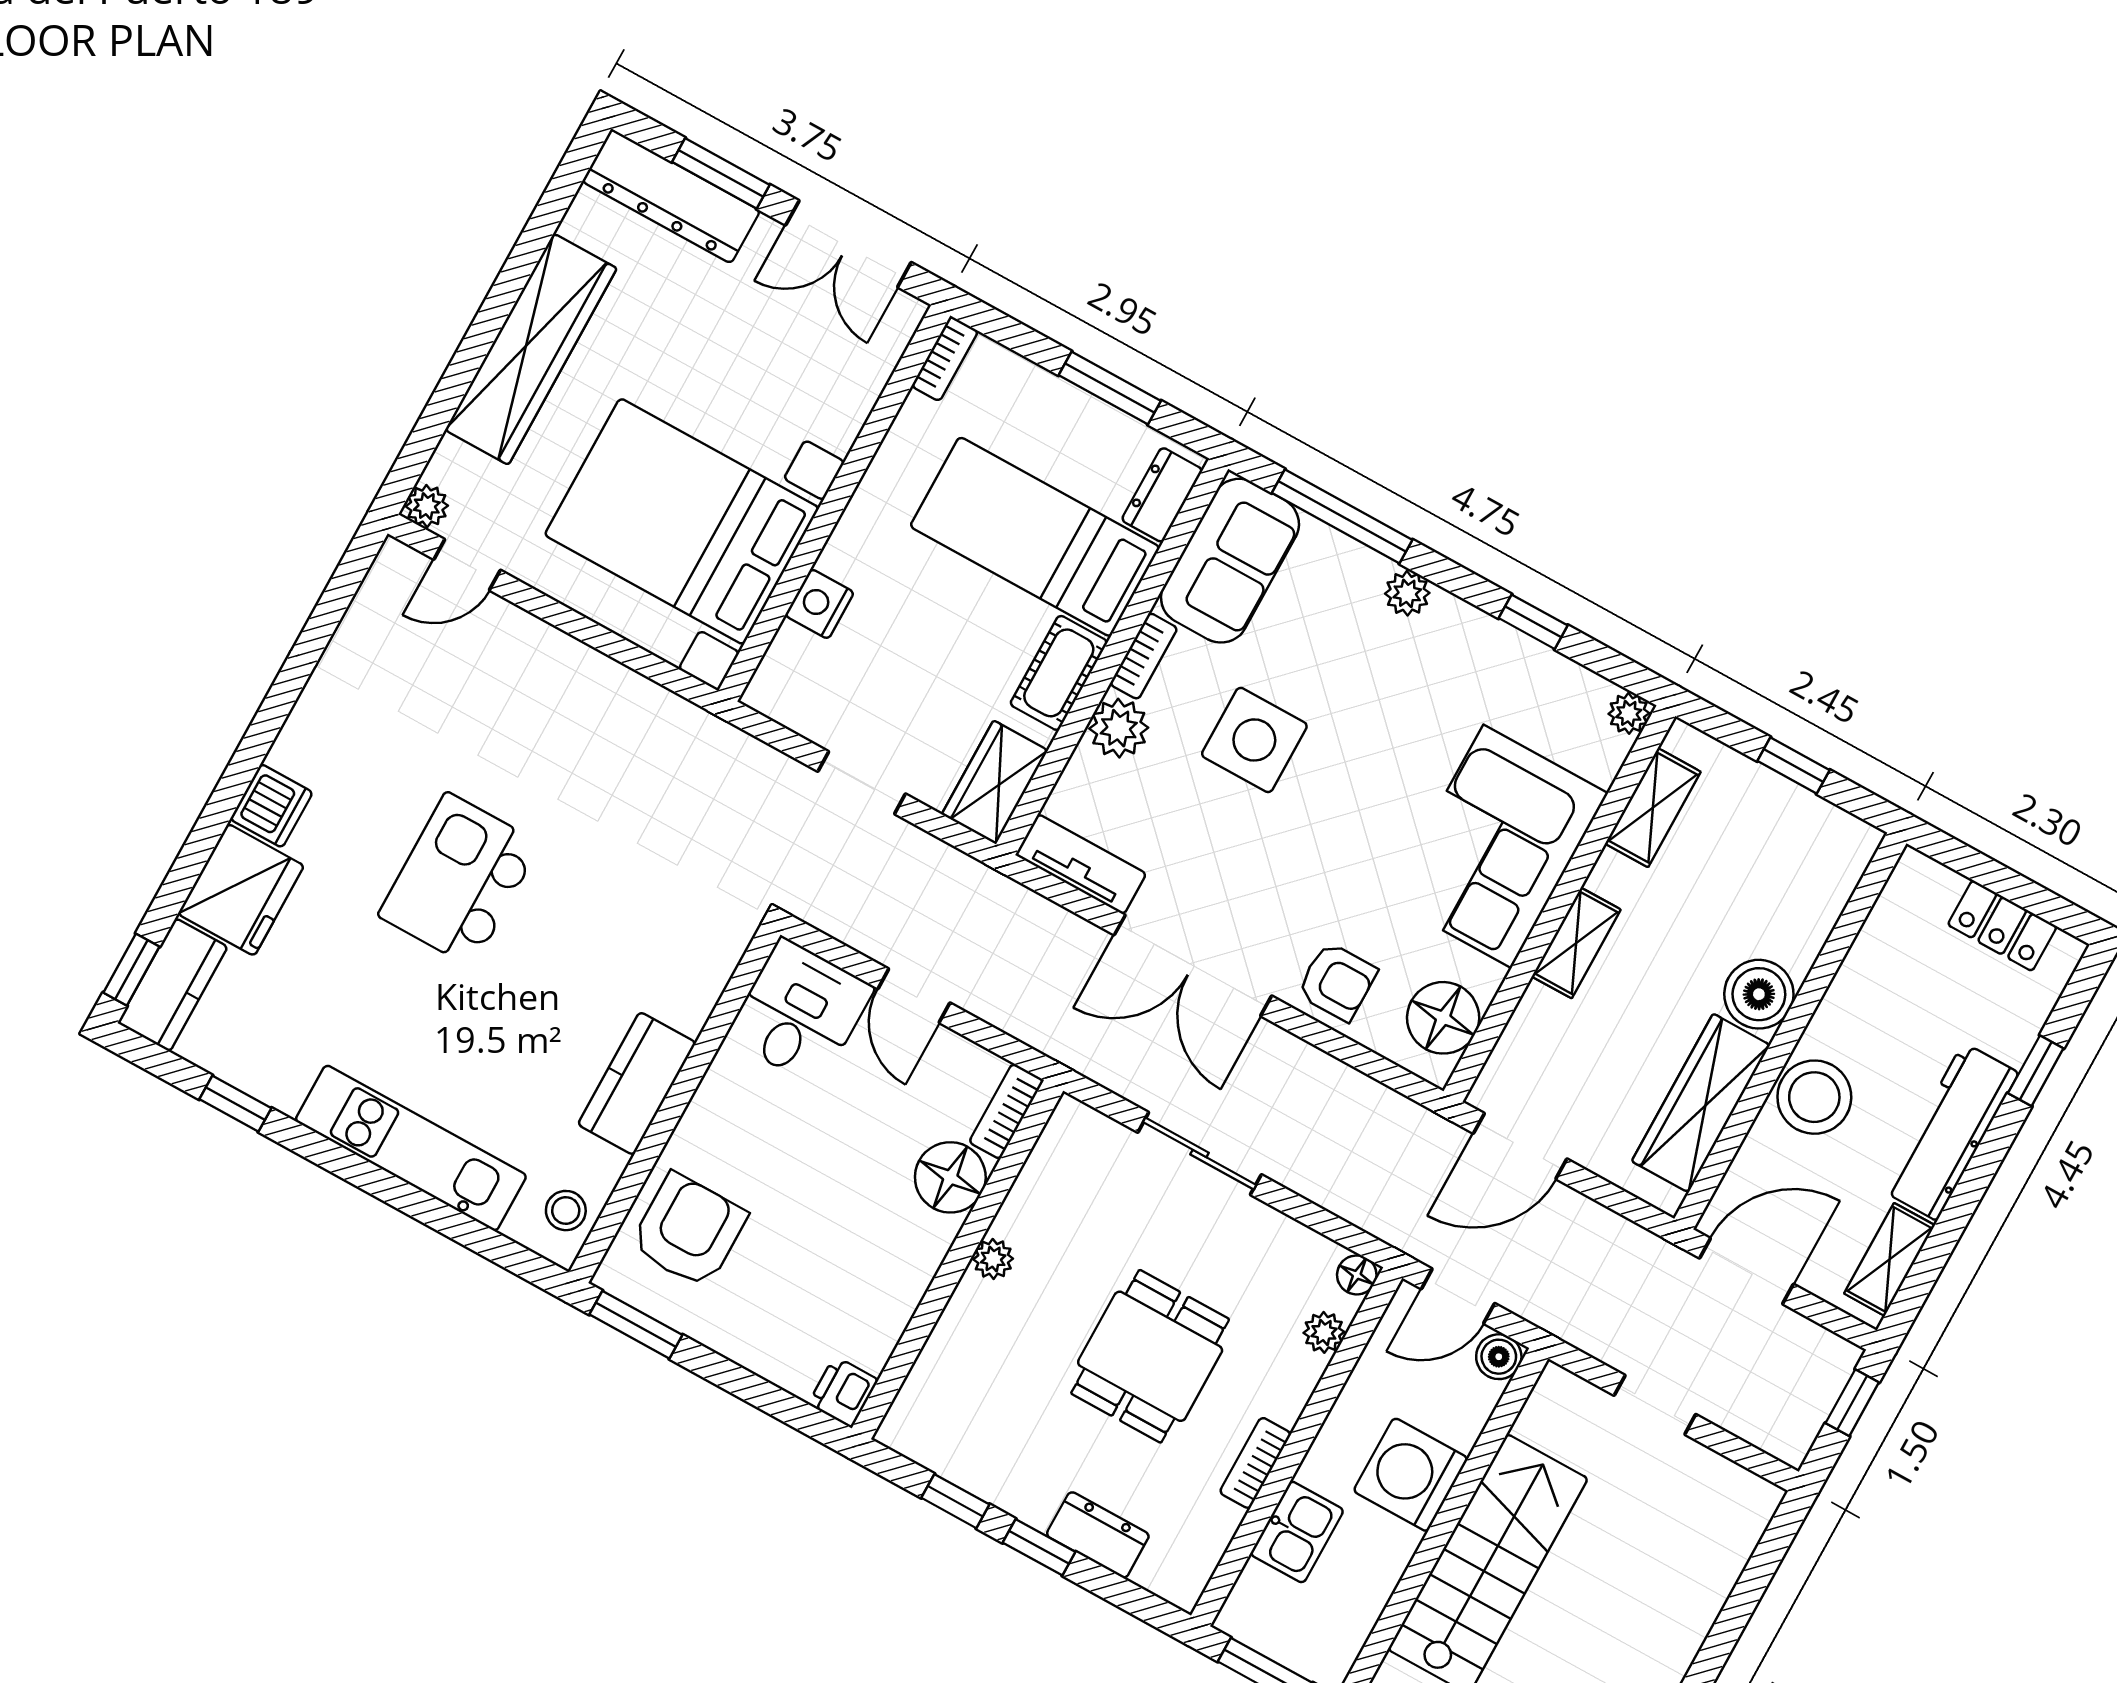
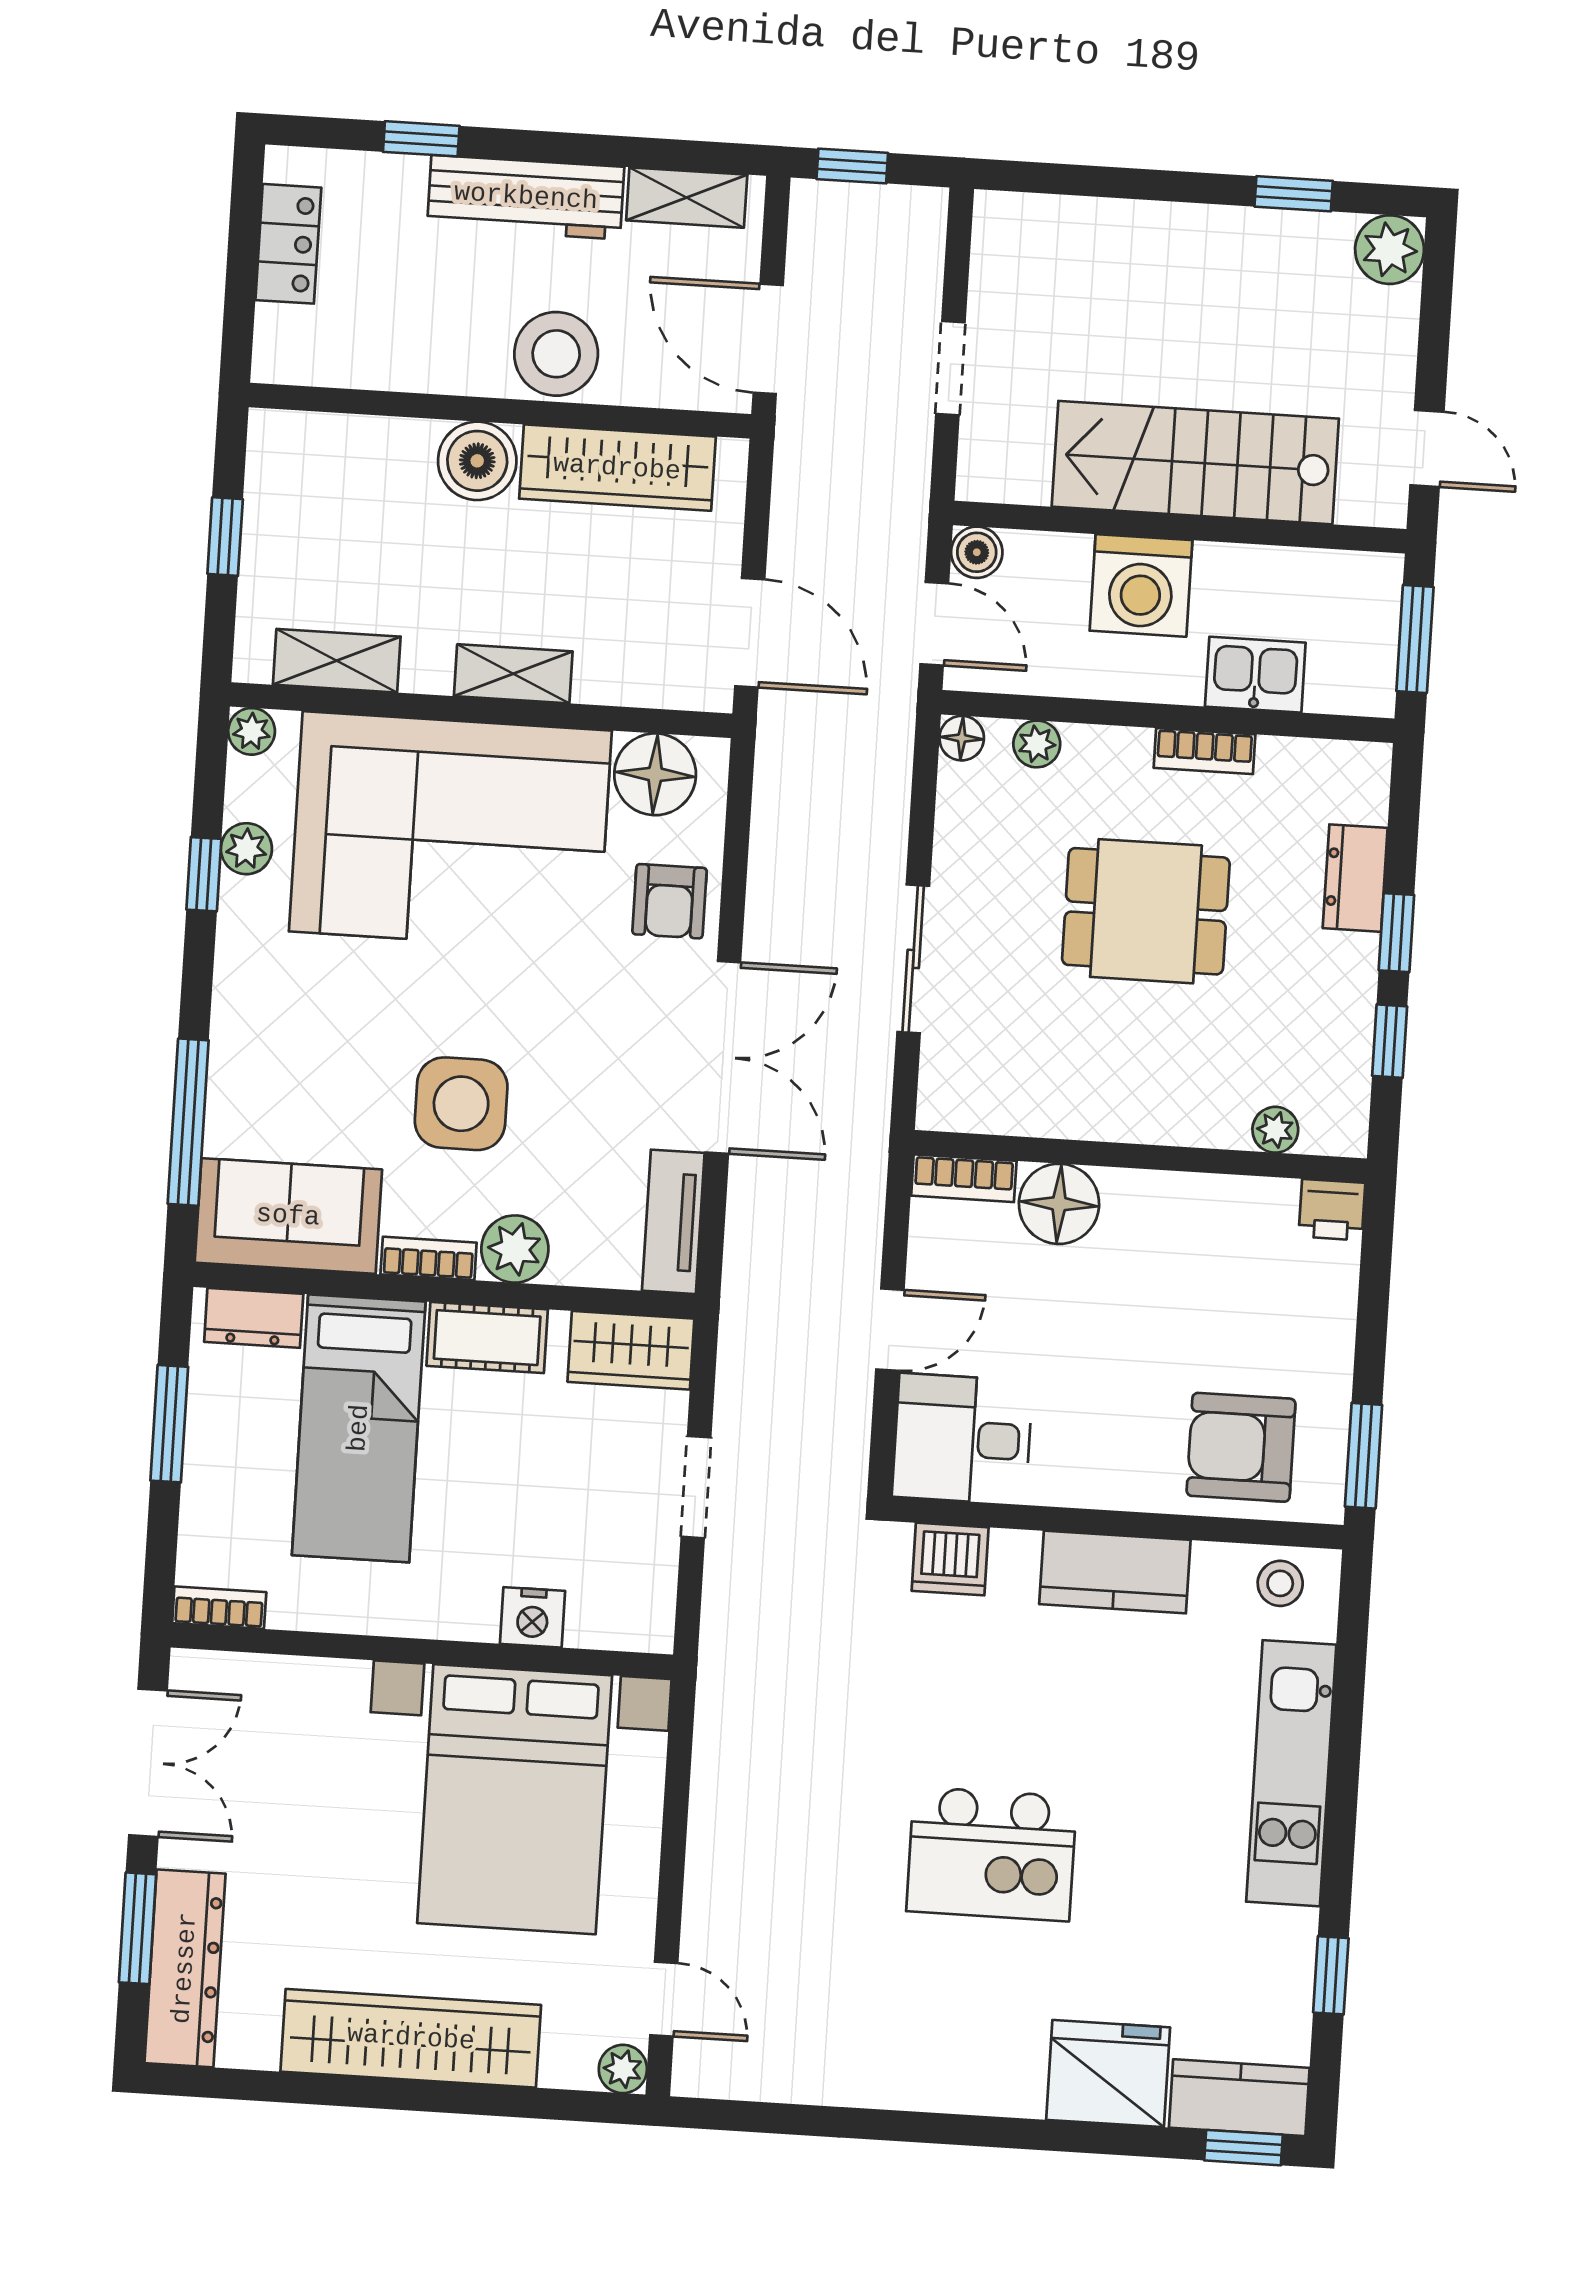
plant: (1407, 593) -> (246, 849), moved
dishwasher: (271, 806) -> (950, 1559), moved, turned 180
corner sofa: (1497, 846) -> (450, 831), width x1.36, depth x1.36
armchair: (1337, 982) -> (670, 901), turned 180
plant: (993, 1259) -> (1275, 1130), moved

